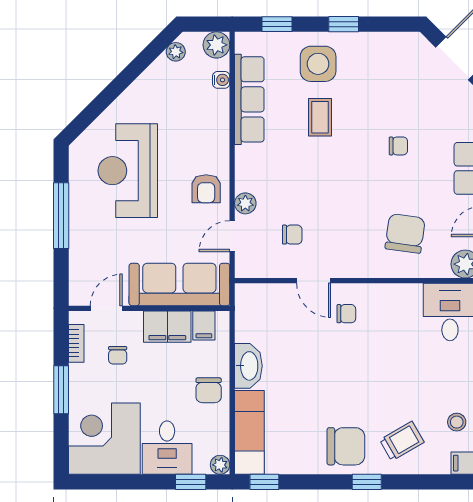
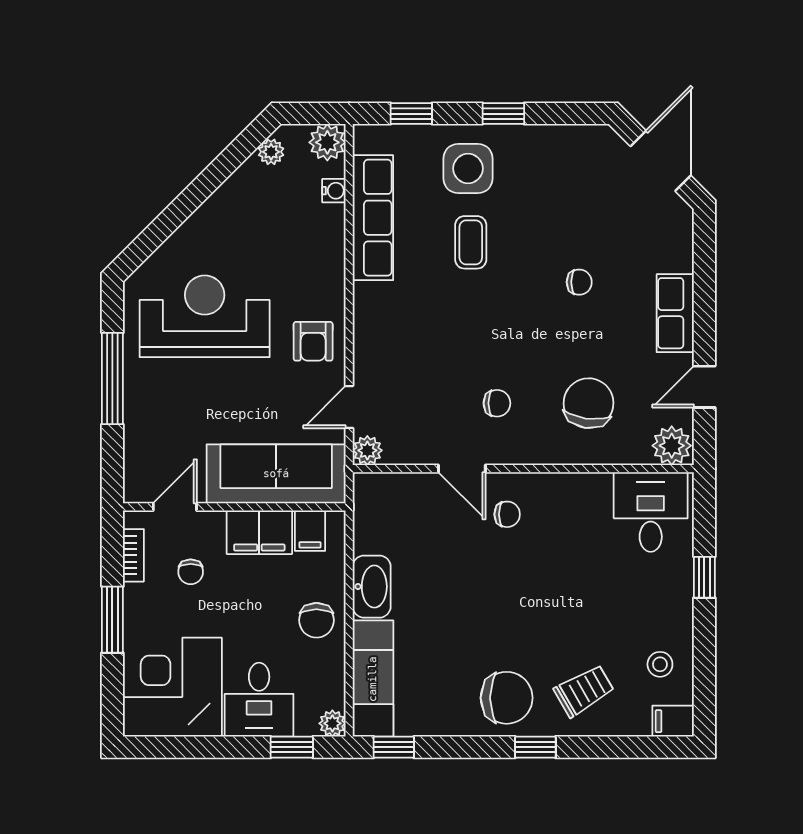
reception desk: (128, 171) -> (205, 316), turned 90
plant: (245, 203) -> (367, 450), moved
chair: (292, 235) -> (497, 403), moved

